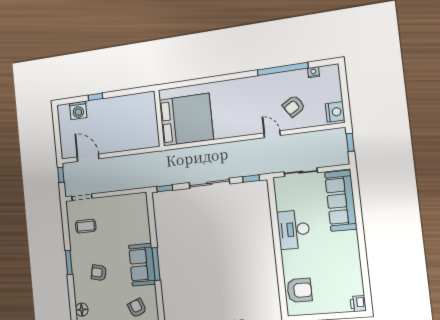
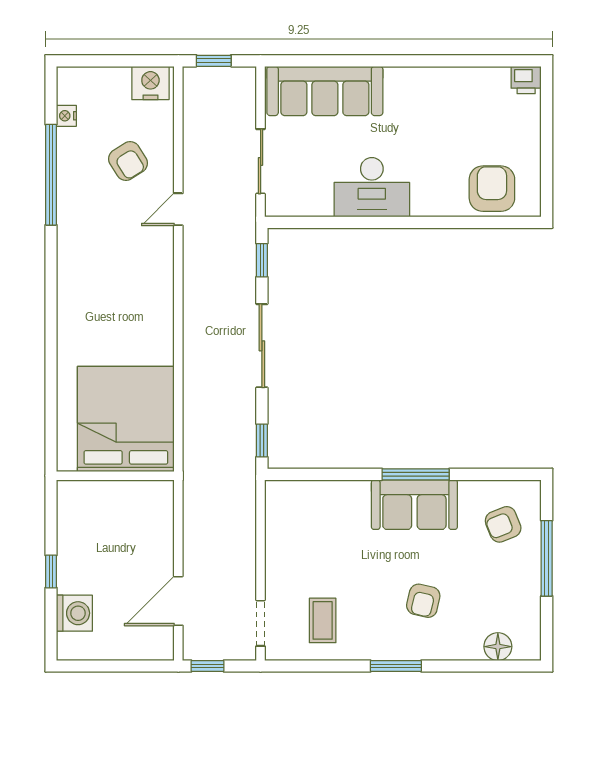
wall: (159, 118) -> (115, 476), moved
bed: (186, 120) -> (126, 419), moved

